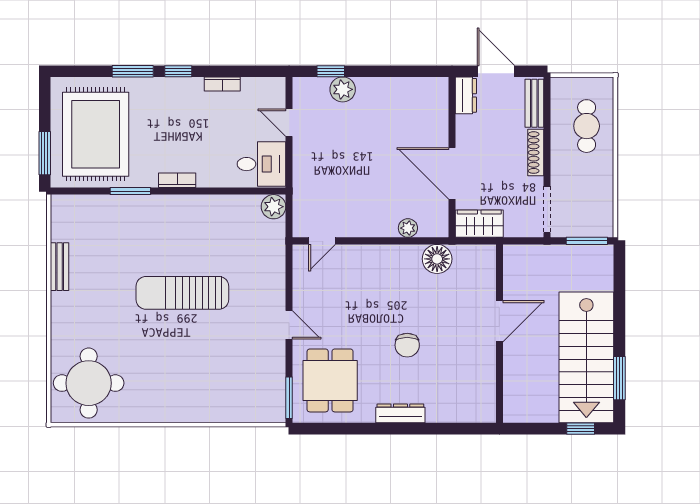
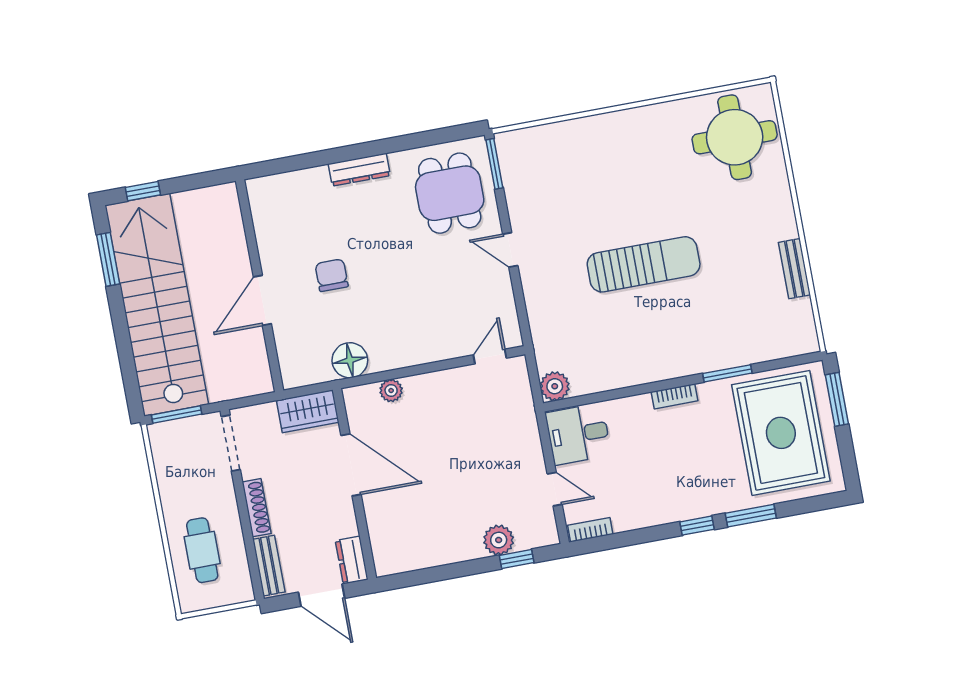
bookcase: (222, 84) -> (590, 530), moved
chair: (407, 345) -> (332, 275), moved
stairs: (586, 357) -> (157, 305), width x1.36

